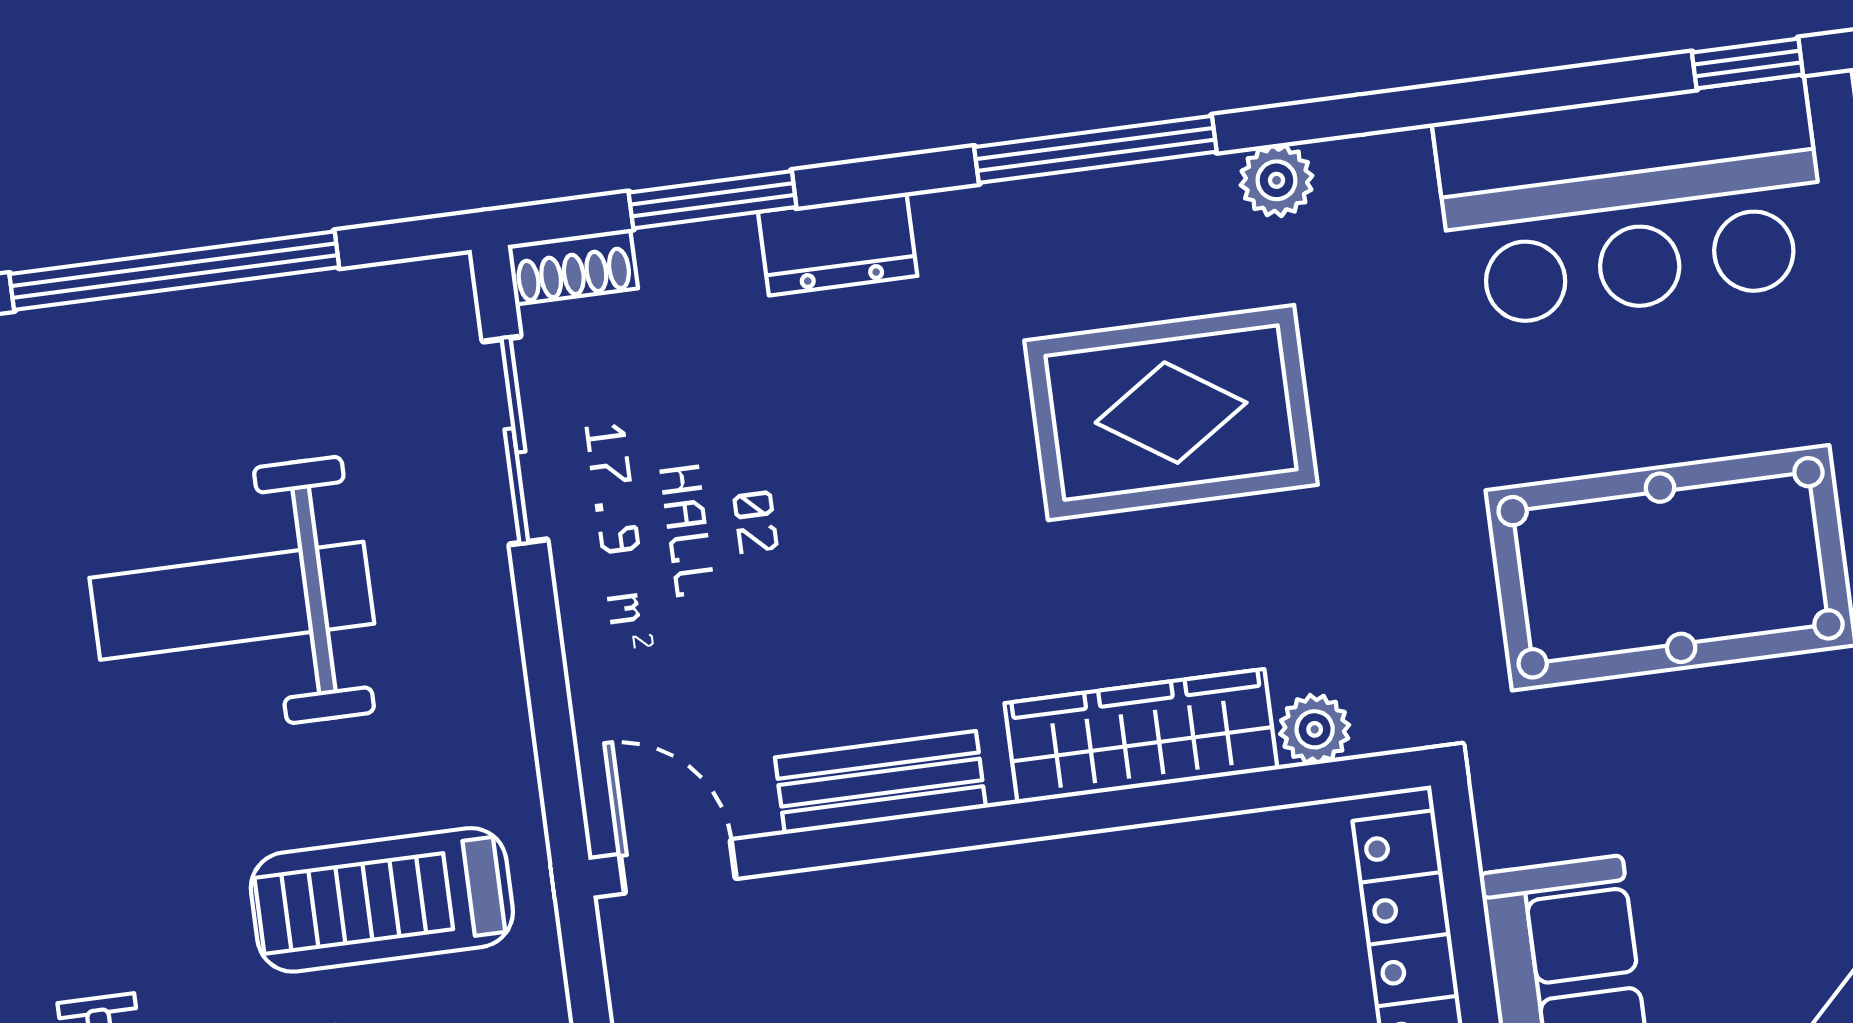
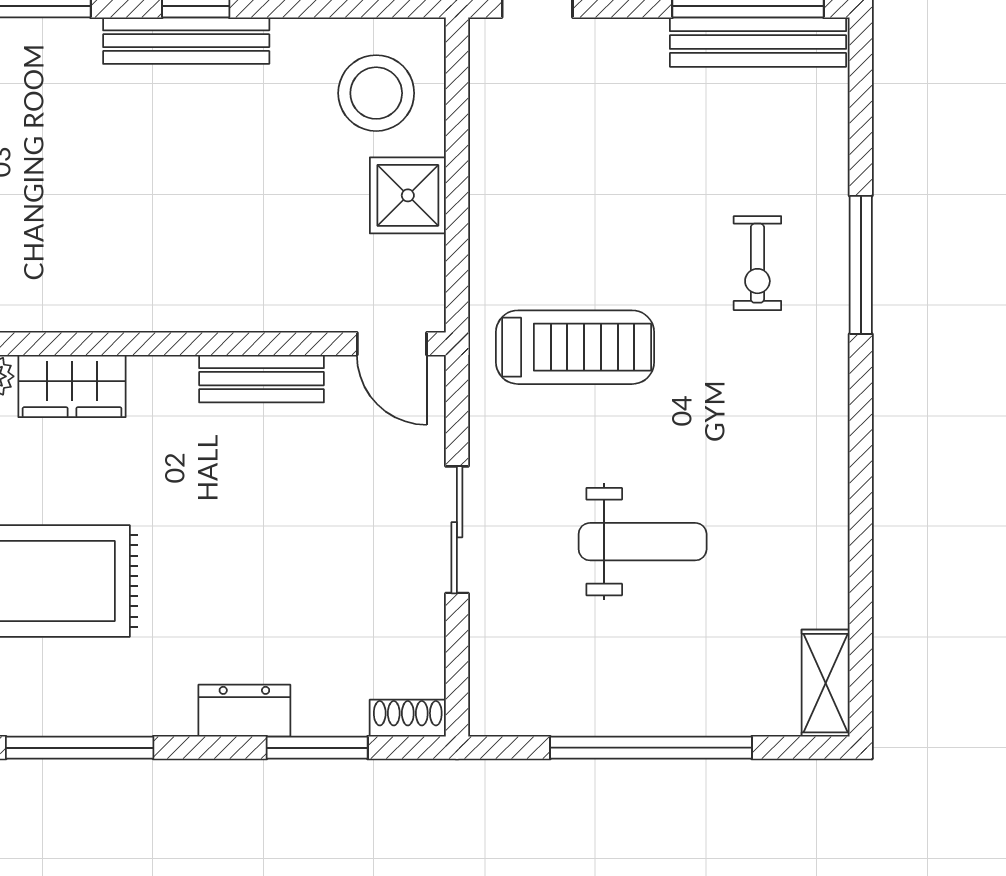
sliding door: (515, 440) -> (457, 530), moved
weight bench: (232, 601) -> (643, 542), width x0.73, depth x0.75
wardrobe: (1141, 736) -> (72, 386), width x0.67

